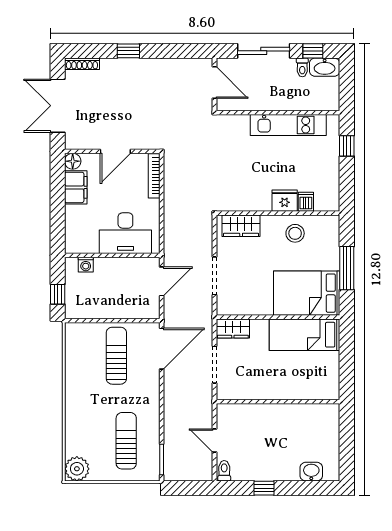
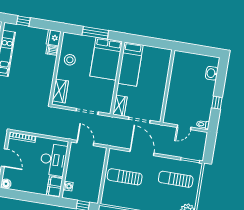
filing cabinet: (76, 187) -> (55, 187), moved, turned -90
fridge: (285, 201) -> (54, 38), moved
door: (162, 349) -> (142, 152), moved

